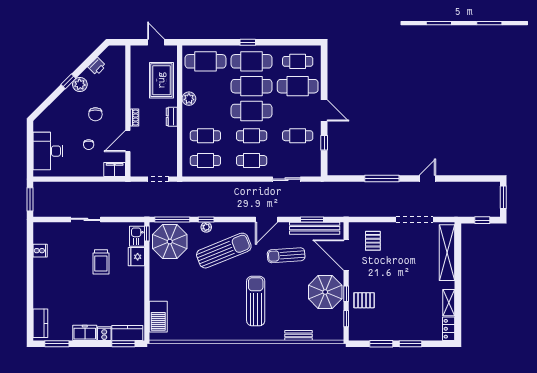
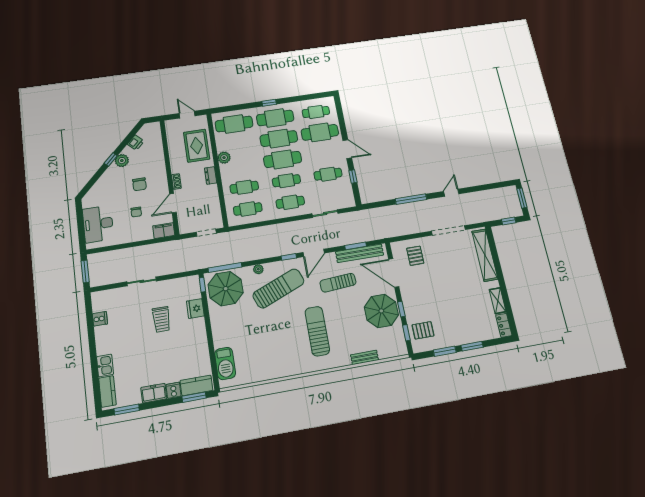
window: (206, 219) -> (289, 257), moved
kitchen sink: (137, 236) -> (105, 365), moved, turned 180
pallet: (364, 300) -> (423, 330), moved

